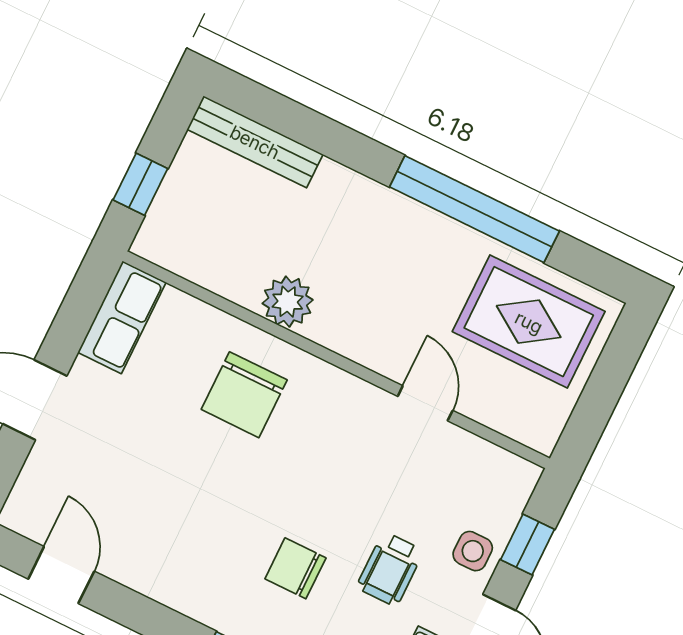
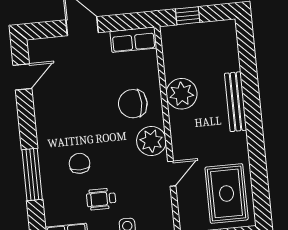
bench: (255, 142) -> (236, 102), moved
window: (474, 209) -> (256, 147), removed
plant: (288, 302) -> (182, 94), width x1.36, depth x1.36
plant: (338, 403) -> (151, 141), added

